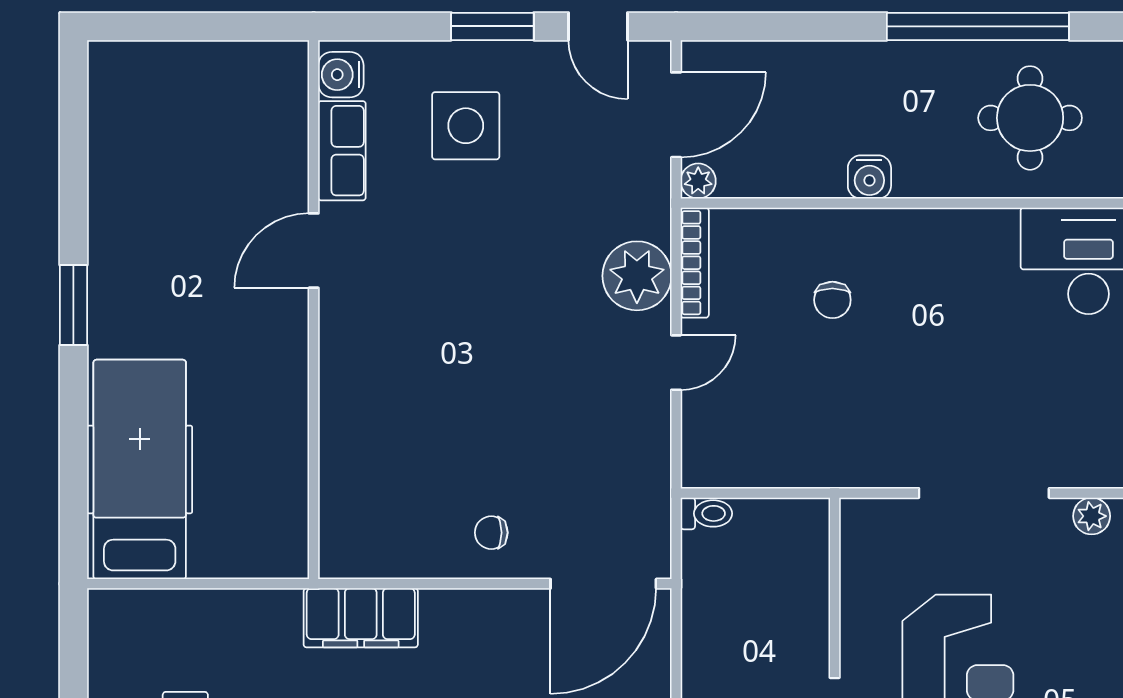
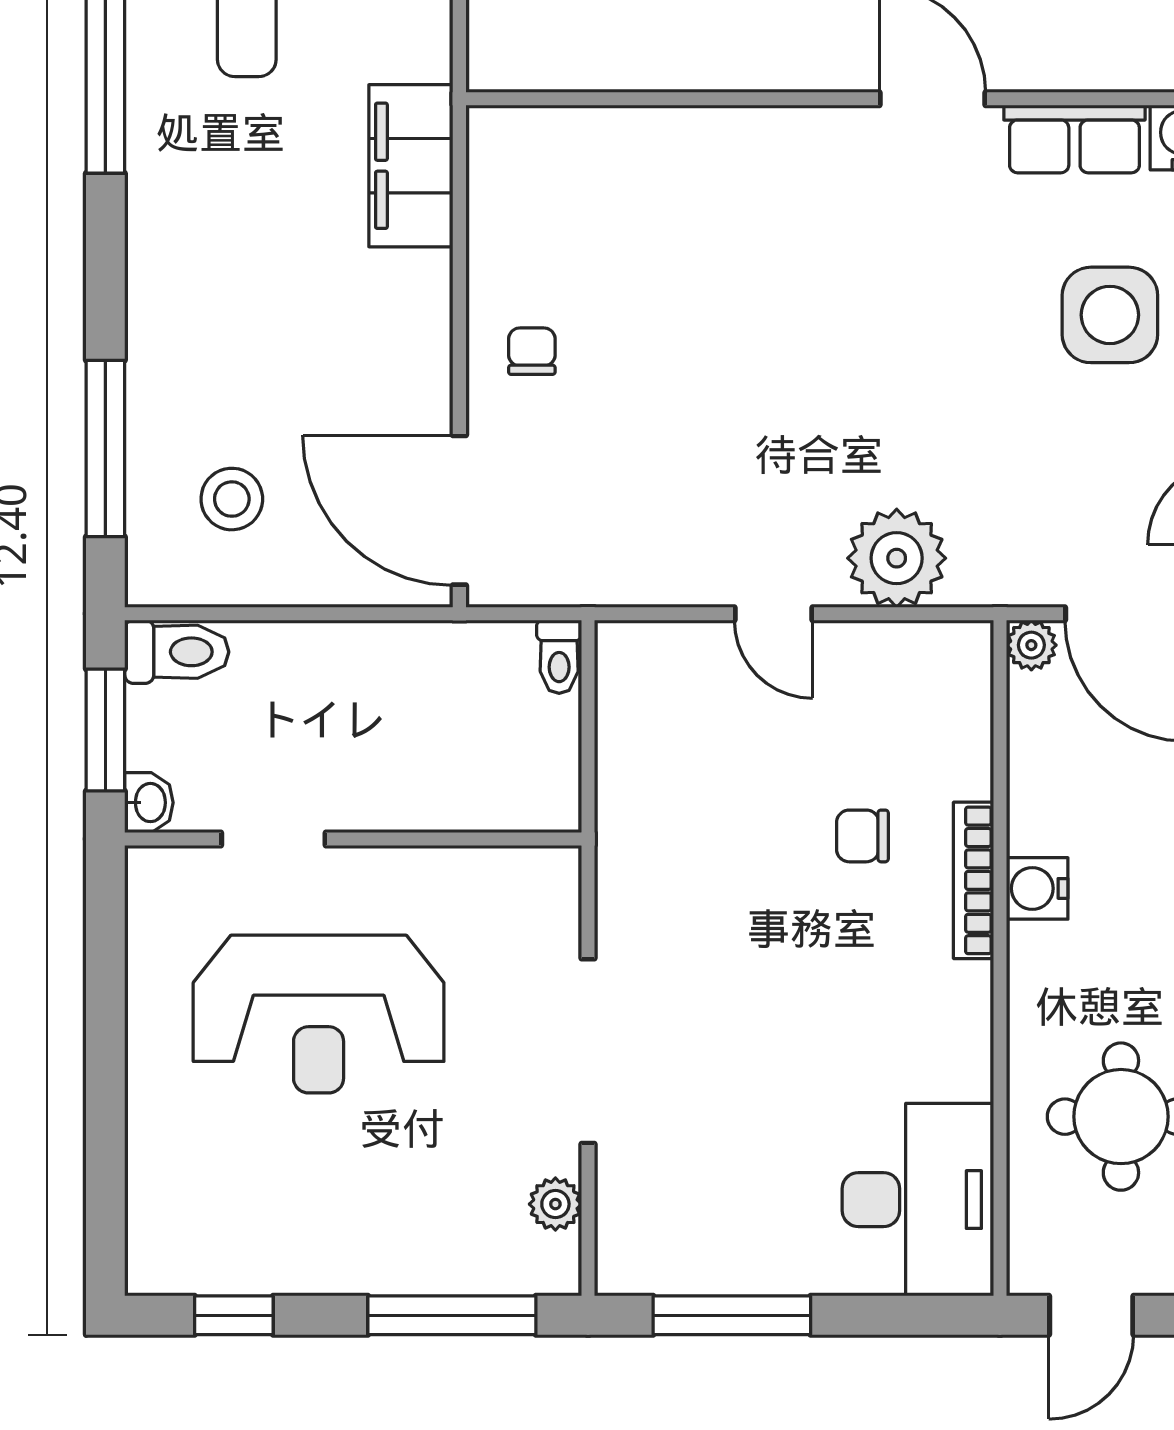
bookcase: (695, 263) -> (974, 880), moved, turned 90

